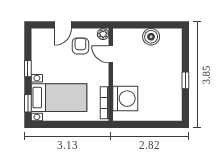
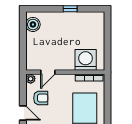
boiler: (151, 37) -> (33, 24), moved
armchair: (80, 46) -> (41, 98), turned 180

